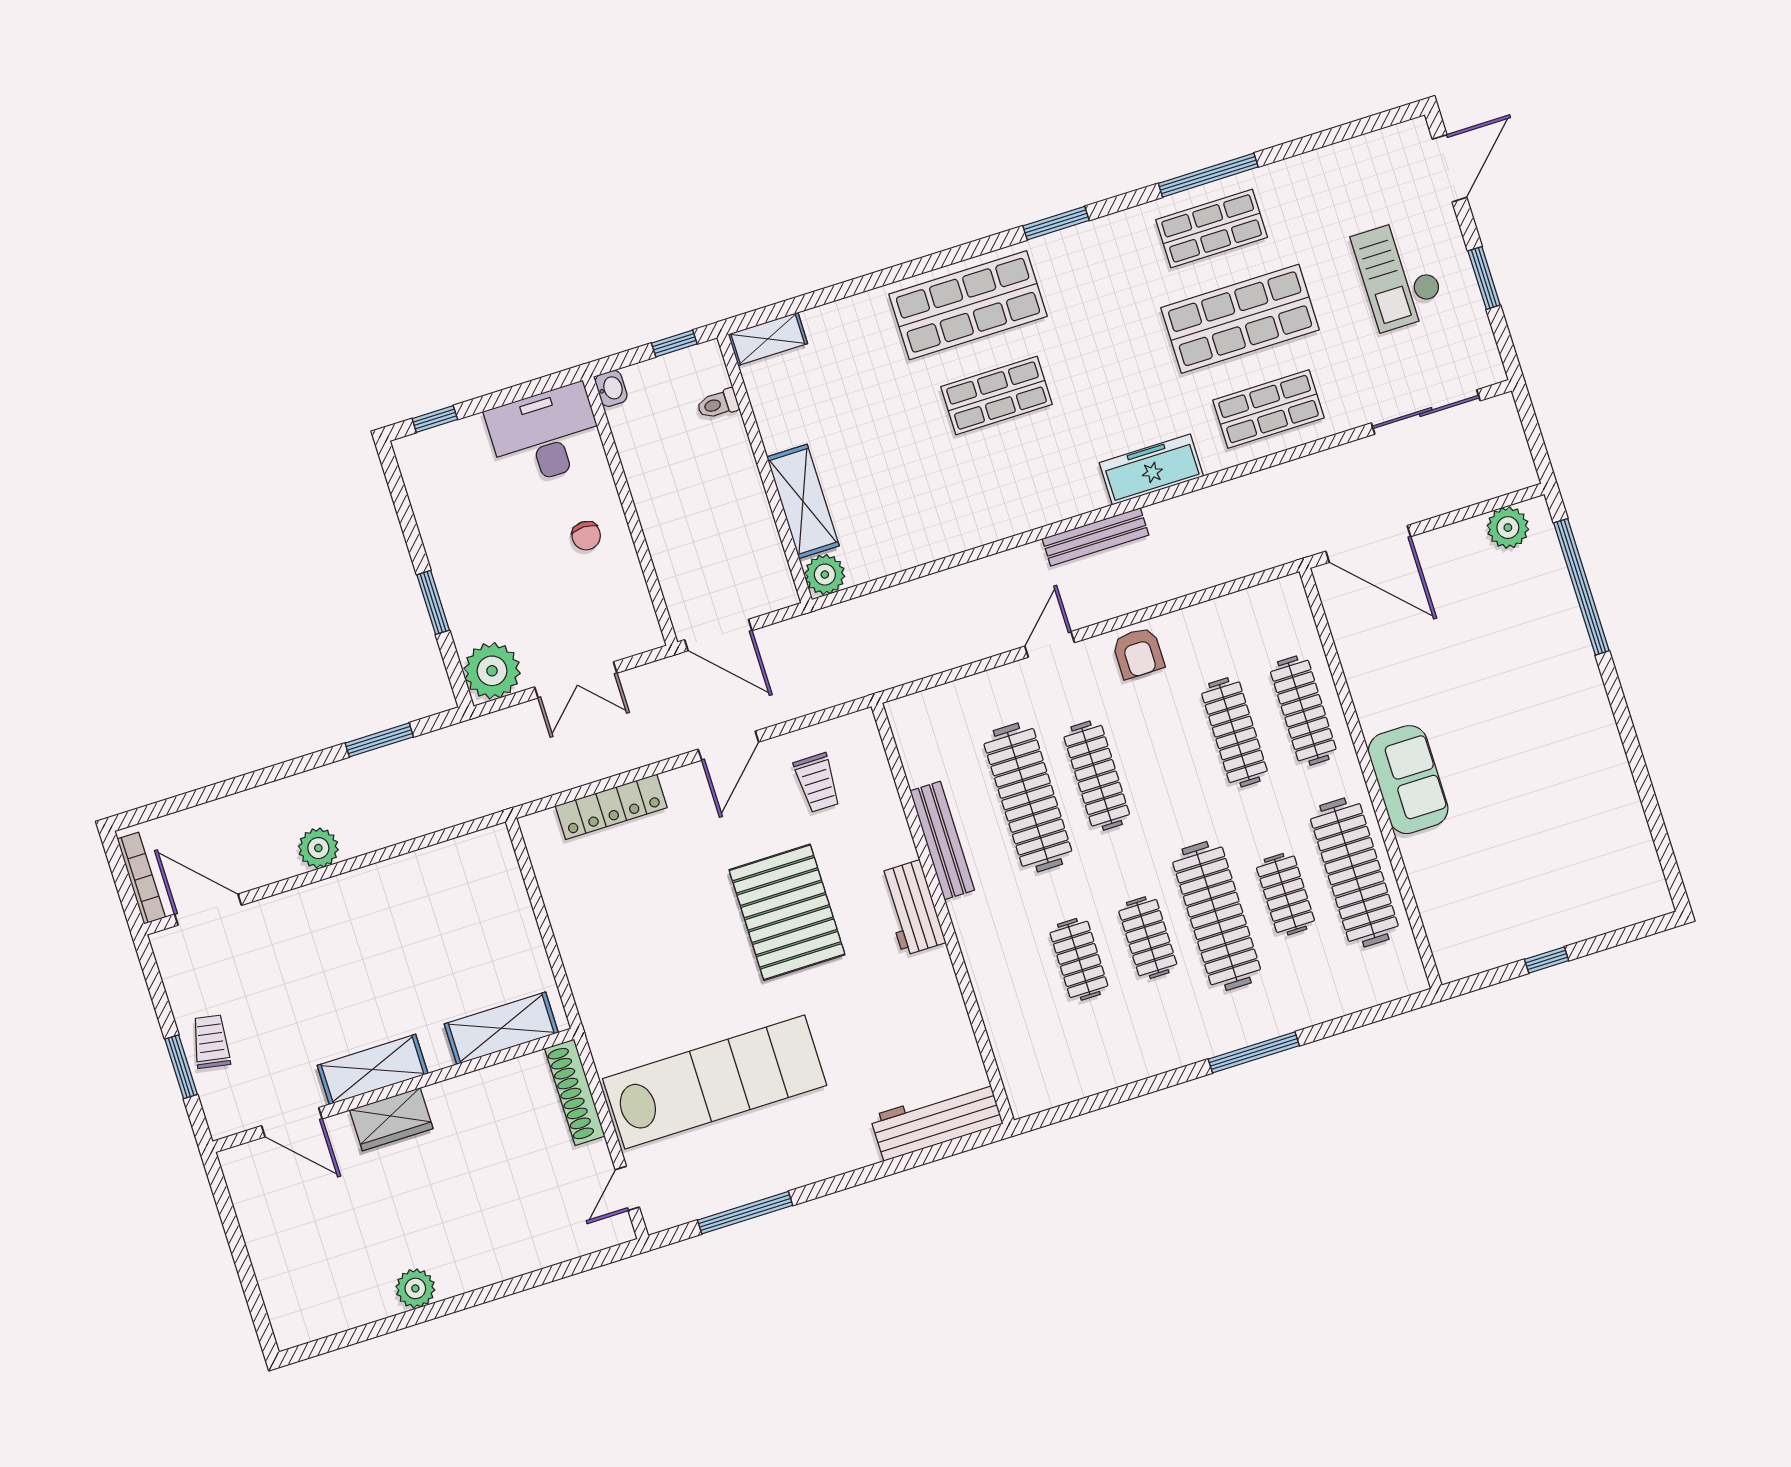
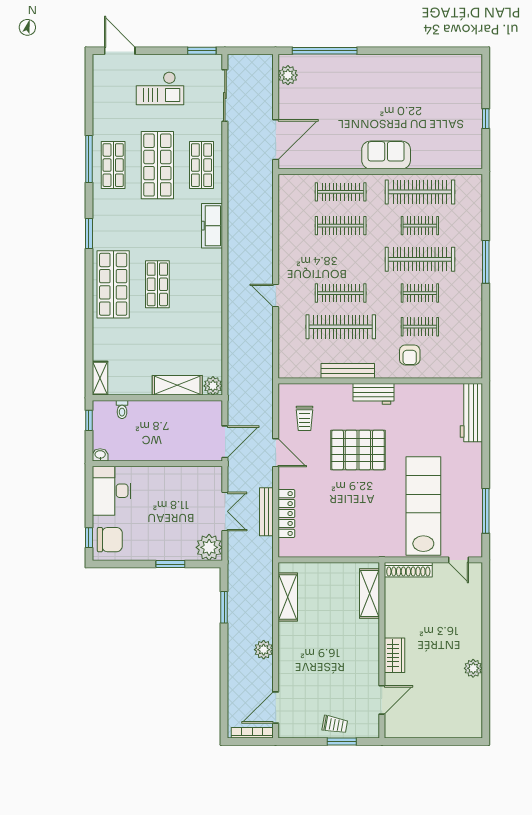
window: (1484, 278) -> (202, 51), moved
chair: (586, 536) -> (110, 540), moved, width x1.87, depth x1.87
bench: (1095, 537) -> (266, 512), moved
armchair: (1138, 653) -> (410, 355), moved, turned 90
trolley: (817, 783) -> (305, 418), turned 90
trolley: (211, 1042) -> (335, 725), turned 180
shelving: (373, 1069) -> (288, 597), moved

